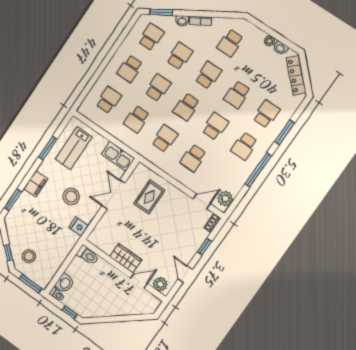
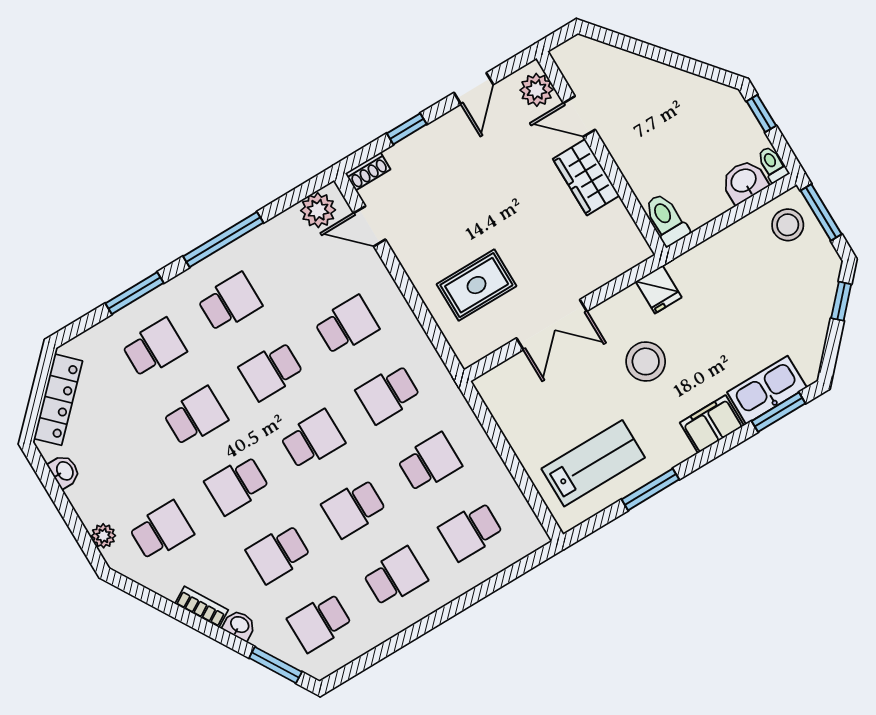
plant: (269, 41) -> (103, 536), moved
school desk: (266, 114) -> (154, 348), turned 180
kitchen sink: (118, 156) -> (767, 390), moved, turned -90
stool: (29, 256) -> (788, 225), moved

